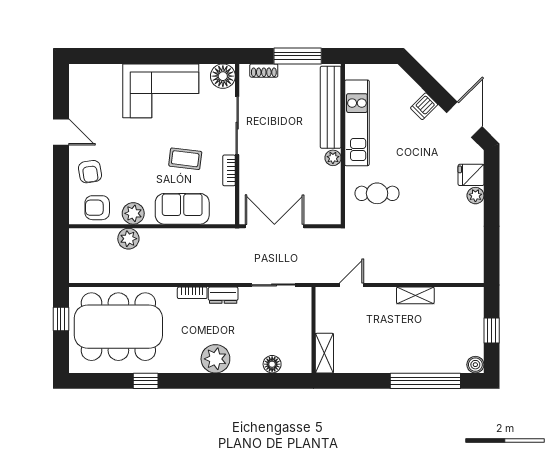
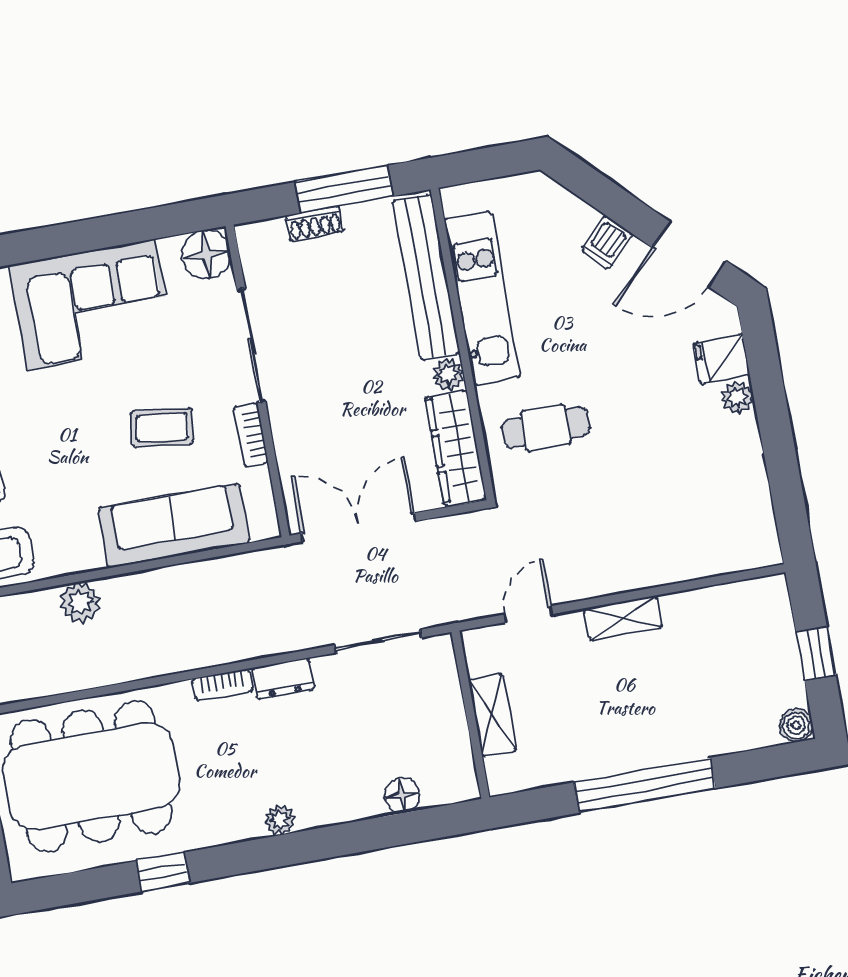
shoe rack: (264, 71) -> (315, 224), moved
door: (464, 120) -> (689, 254), swing flipped
wardrobe: (330, 195) -> (456, 448), added
sofa: (182, 209) -> (174, 526), width x1.36
plant: (133, 213) -> (80, 552), removed
shelving: (415, 295) -> (623, 618), moved
shelving: (324, 353) -> (492, 715), moved
plant: (215, 359) -> (280, 820), width x0.53, depth x0.53
window: (425, 381) -> (645, 785), moved

